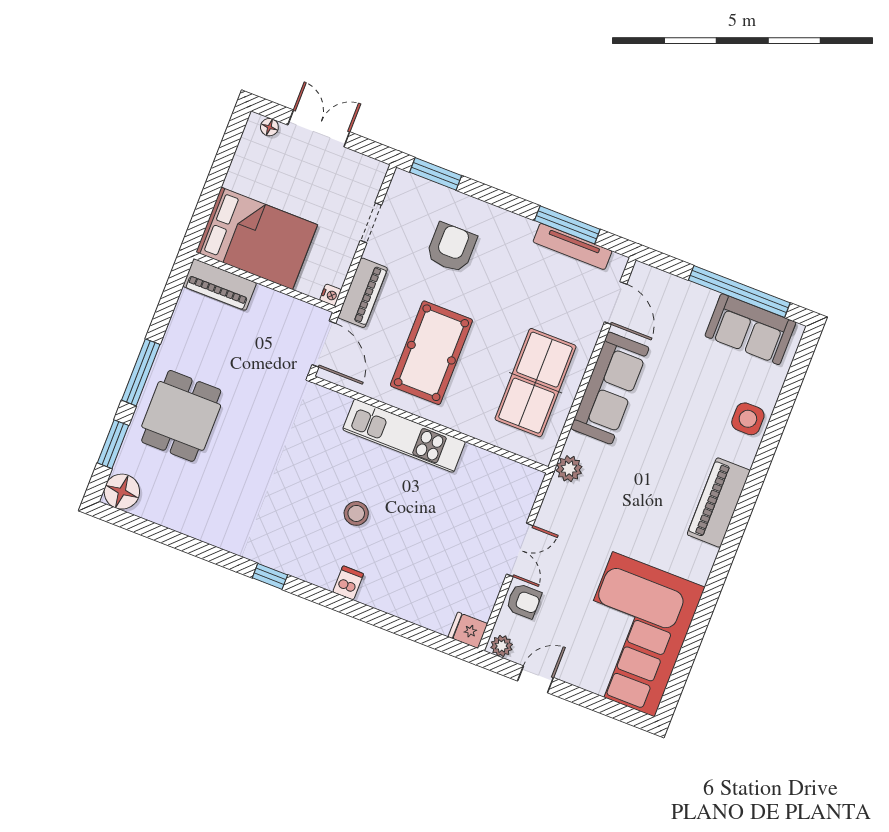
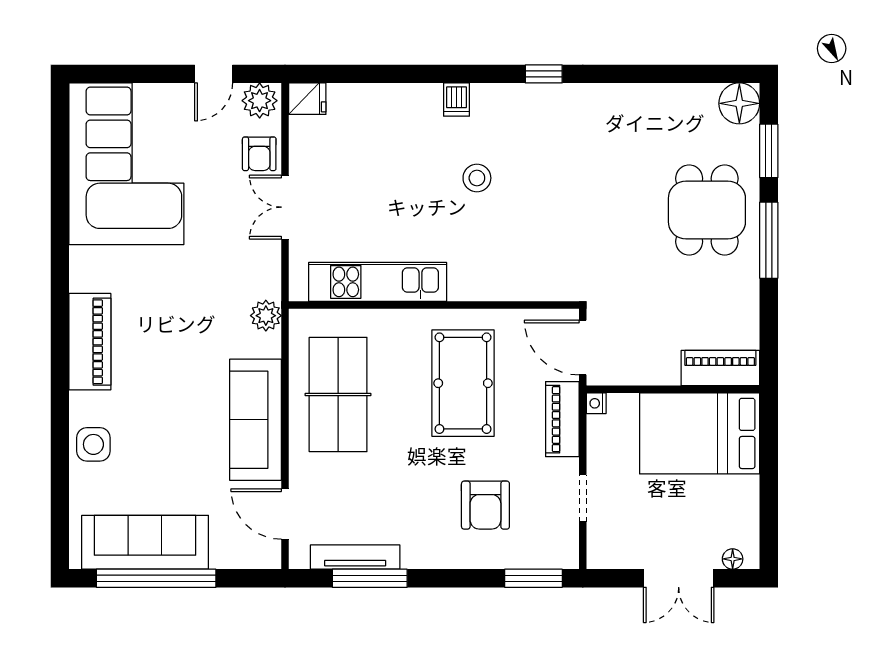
sofa: (750, 329) -> (145, 542), width x1.36
kitchen unit: (404, 436) -> (378, 282), moved
armchair: (524, 601) -> (259, 154), turned -90
plant: (502, 646) -> (260, 101), width x1.38, depth x1.38

